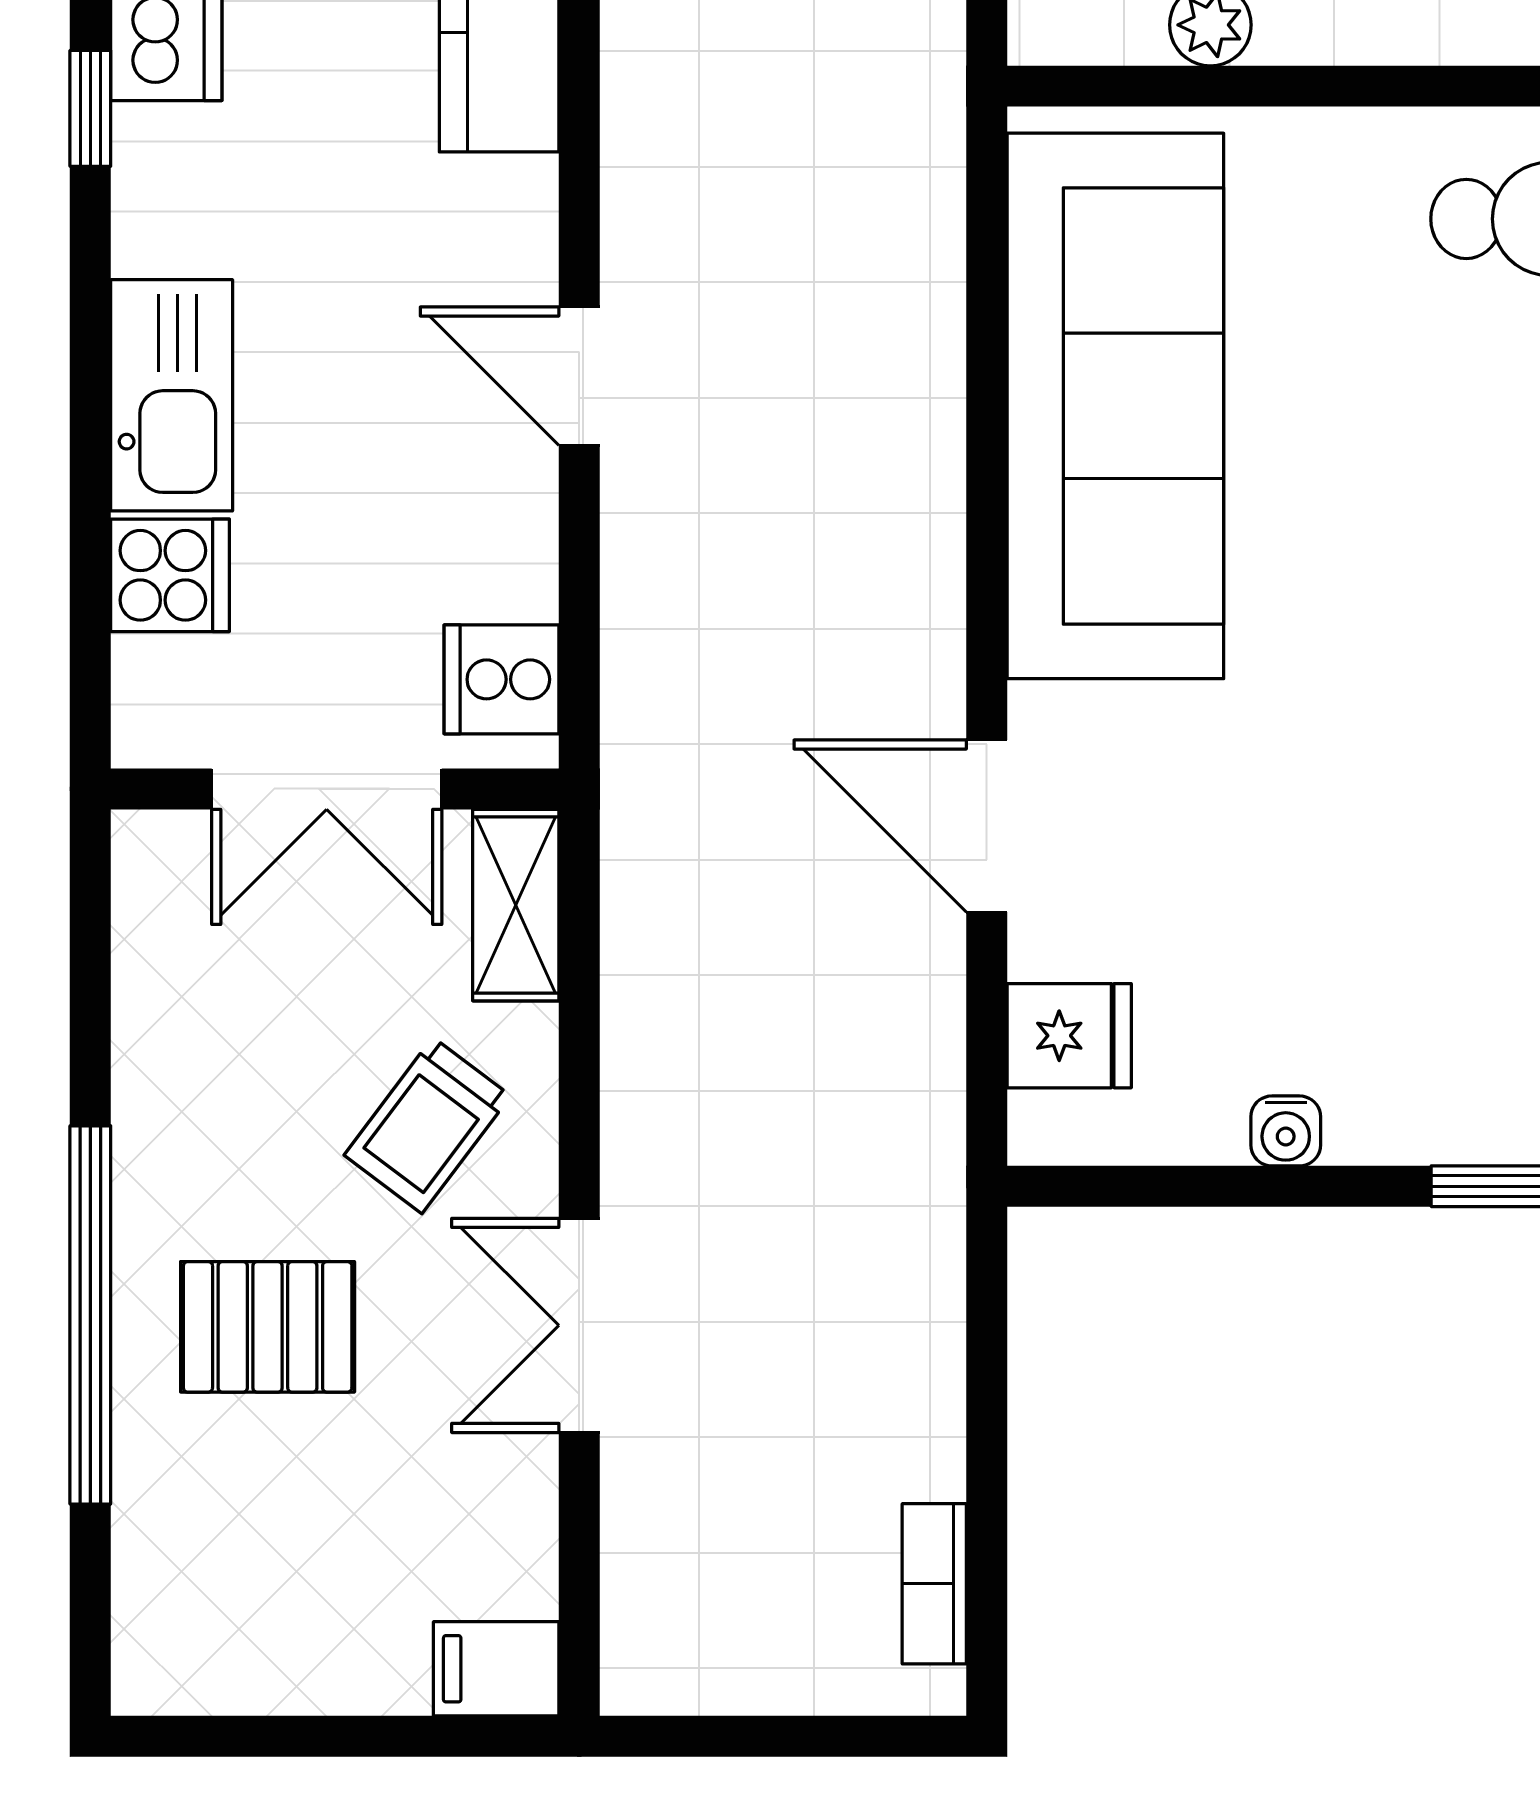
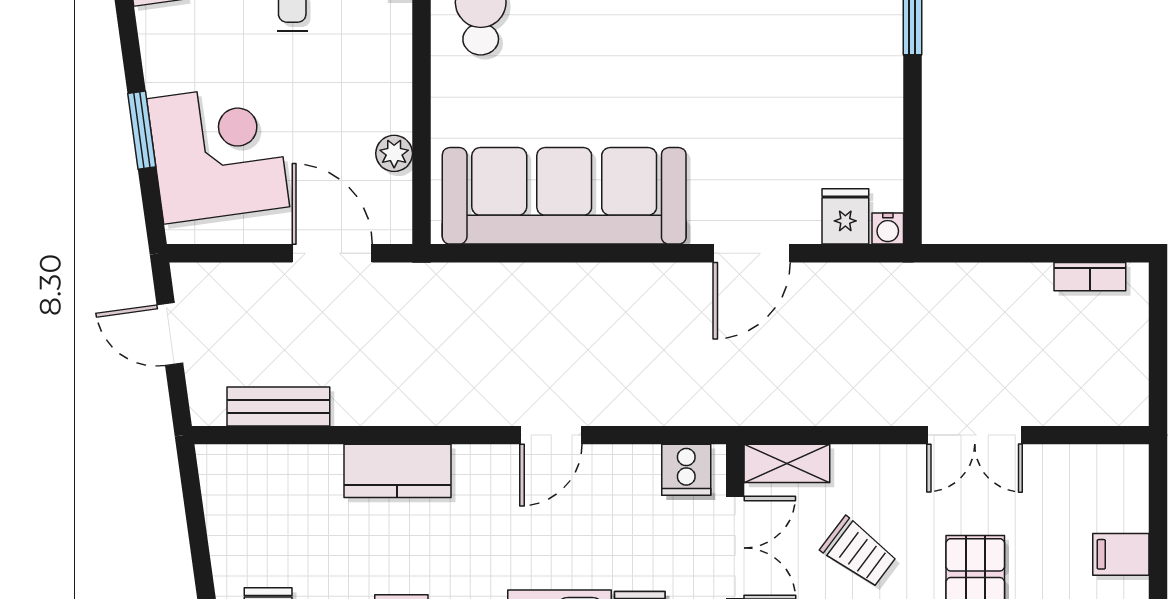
trolley: (427, 1125) -> (859, 552), moved
water cooler: (1286, 1131) -> (888, 229), moved, turned 90
filing cabinet: (496, 1669) -> (1121, 554), moved, turned 90

